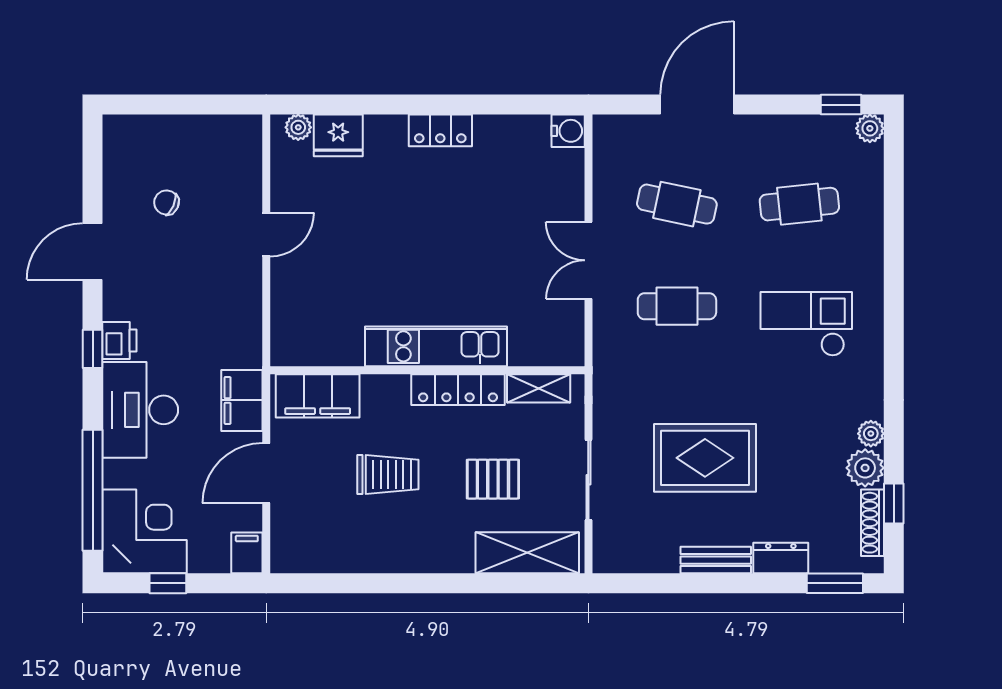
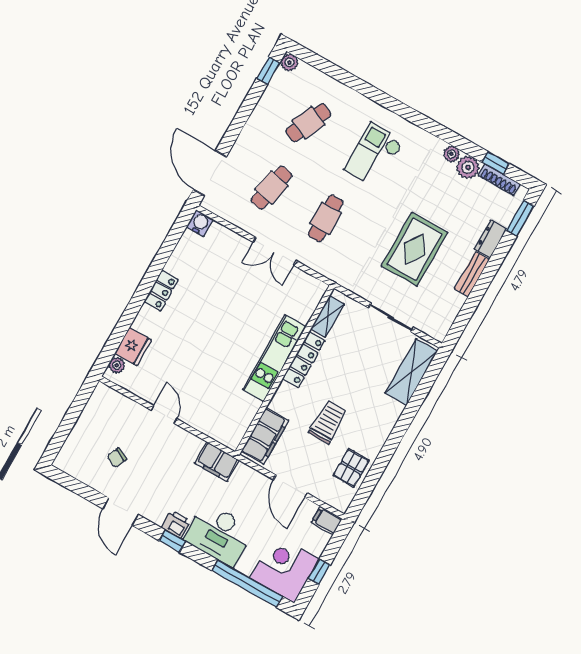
door: (697, 105) -> (210, 173), moved
cafe table: (799, 204) -> (308, 123), turned 30
filing cabinet: (242, 400) -> (217, 462), moved
pallet: (493, 479) -> (351, 468), moved

